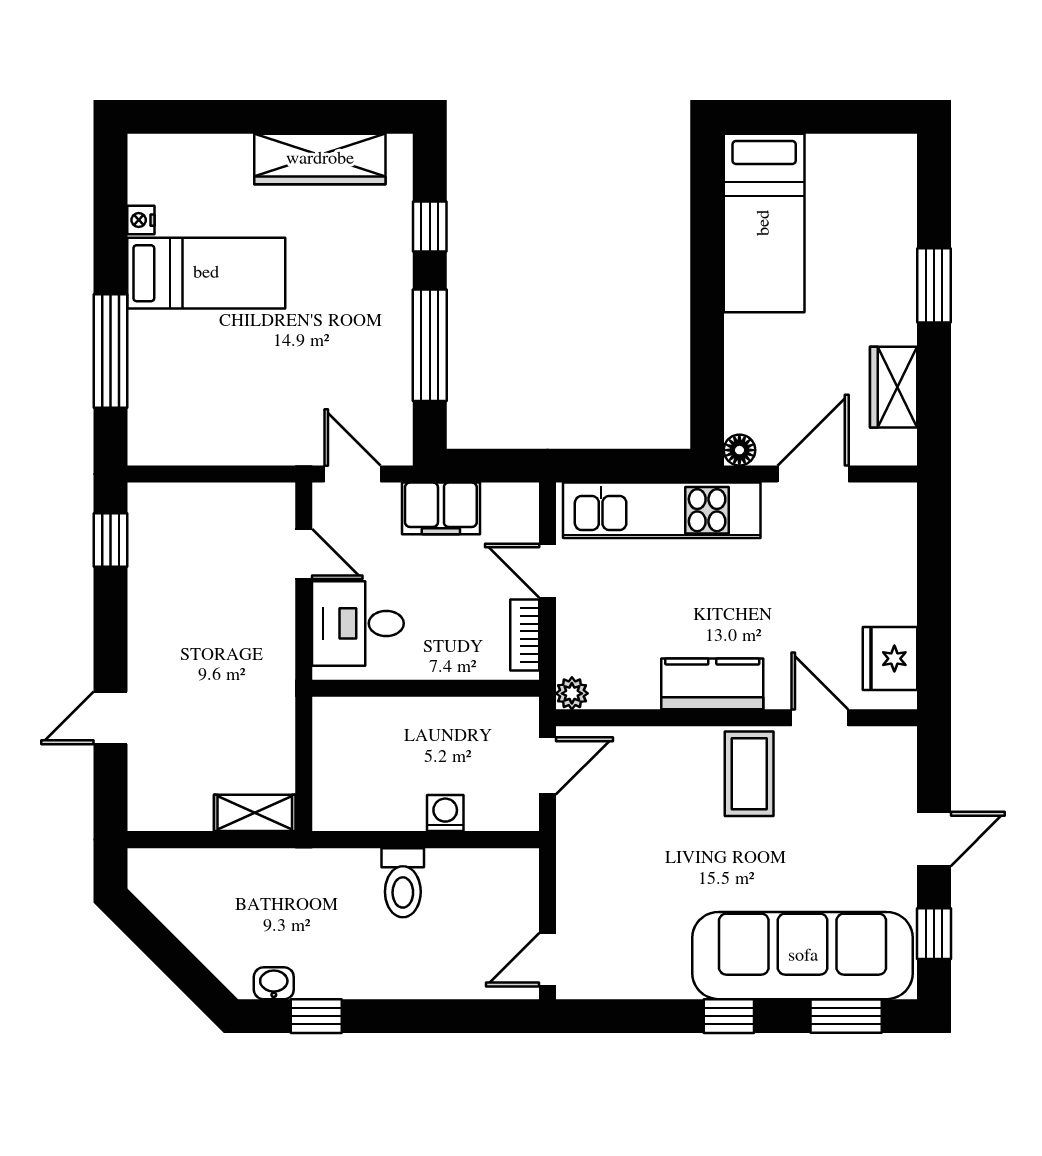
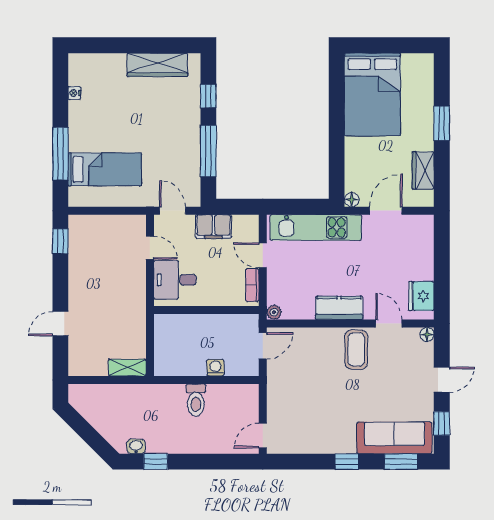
bed: (764, 223) -> (372, 94), width x1.50
bed: (206, 273) -> (105, 169), moved
floor lamp: (902, 741) -> (427, 334), added
sofa: (803, 956) -> (394, 438), width x0.74, depth x0.79

